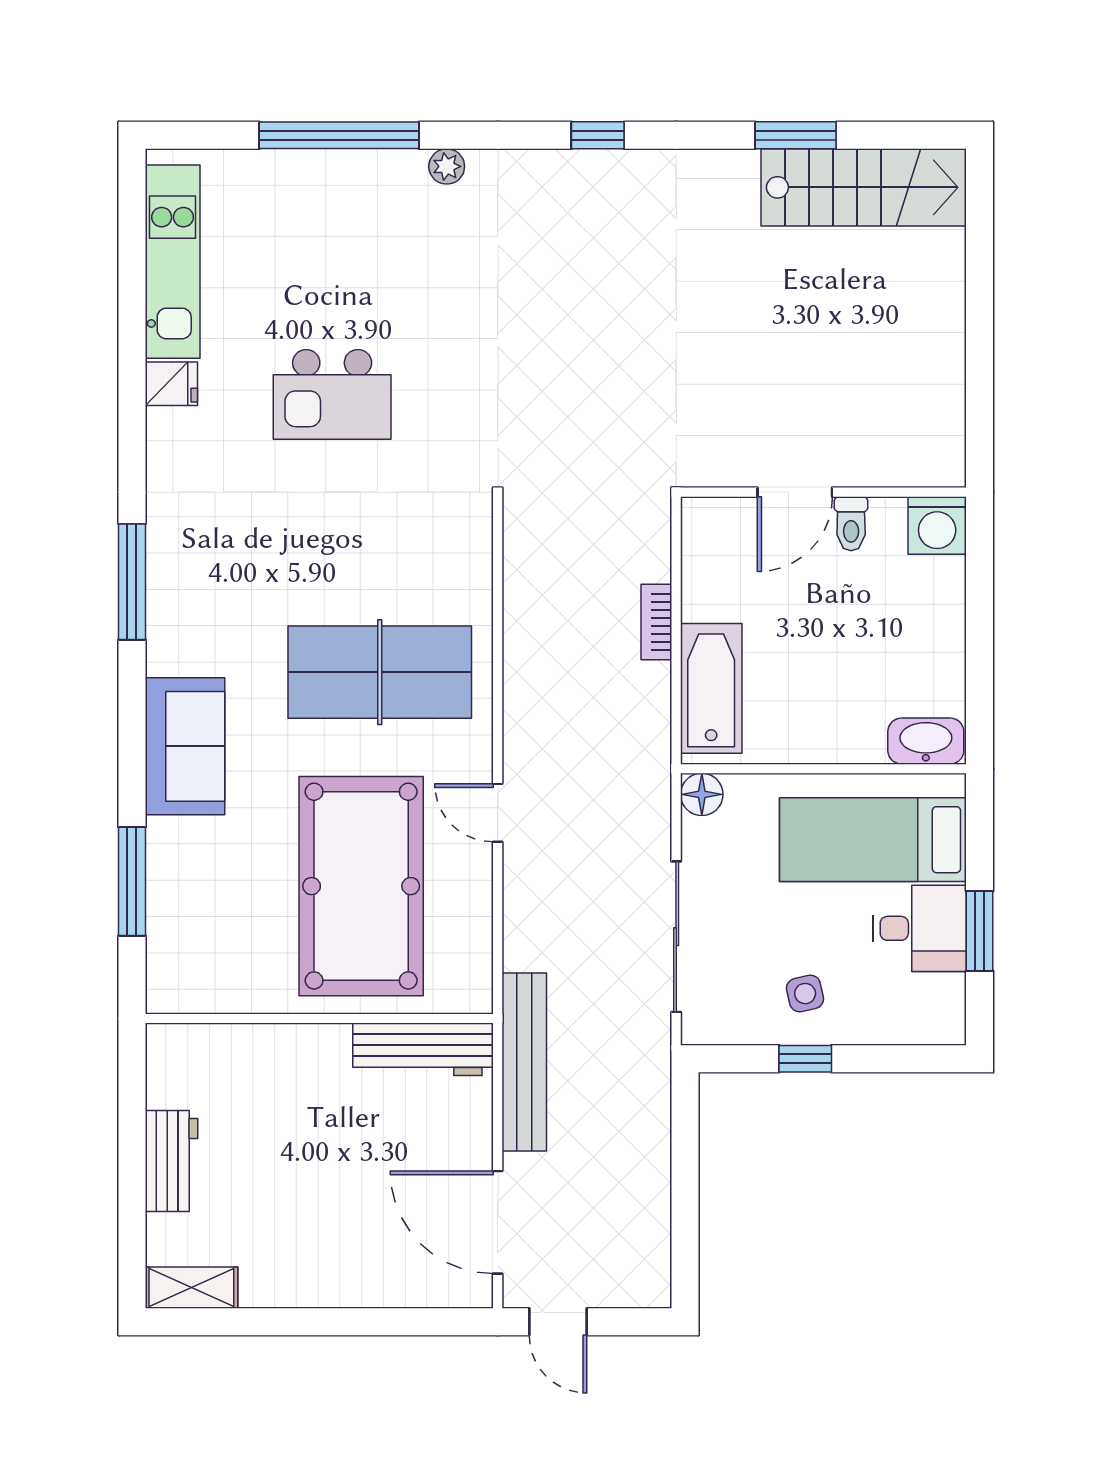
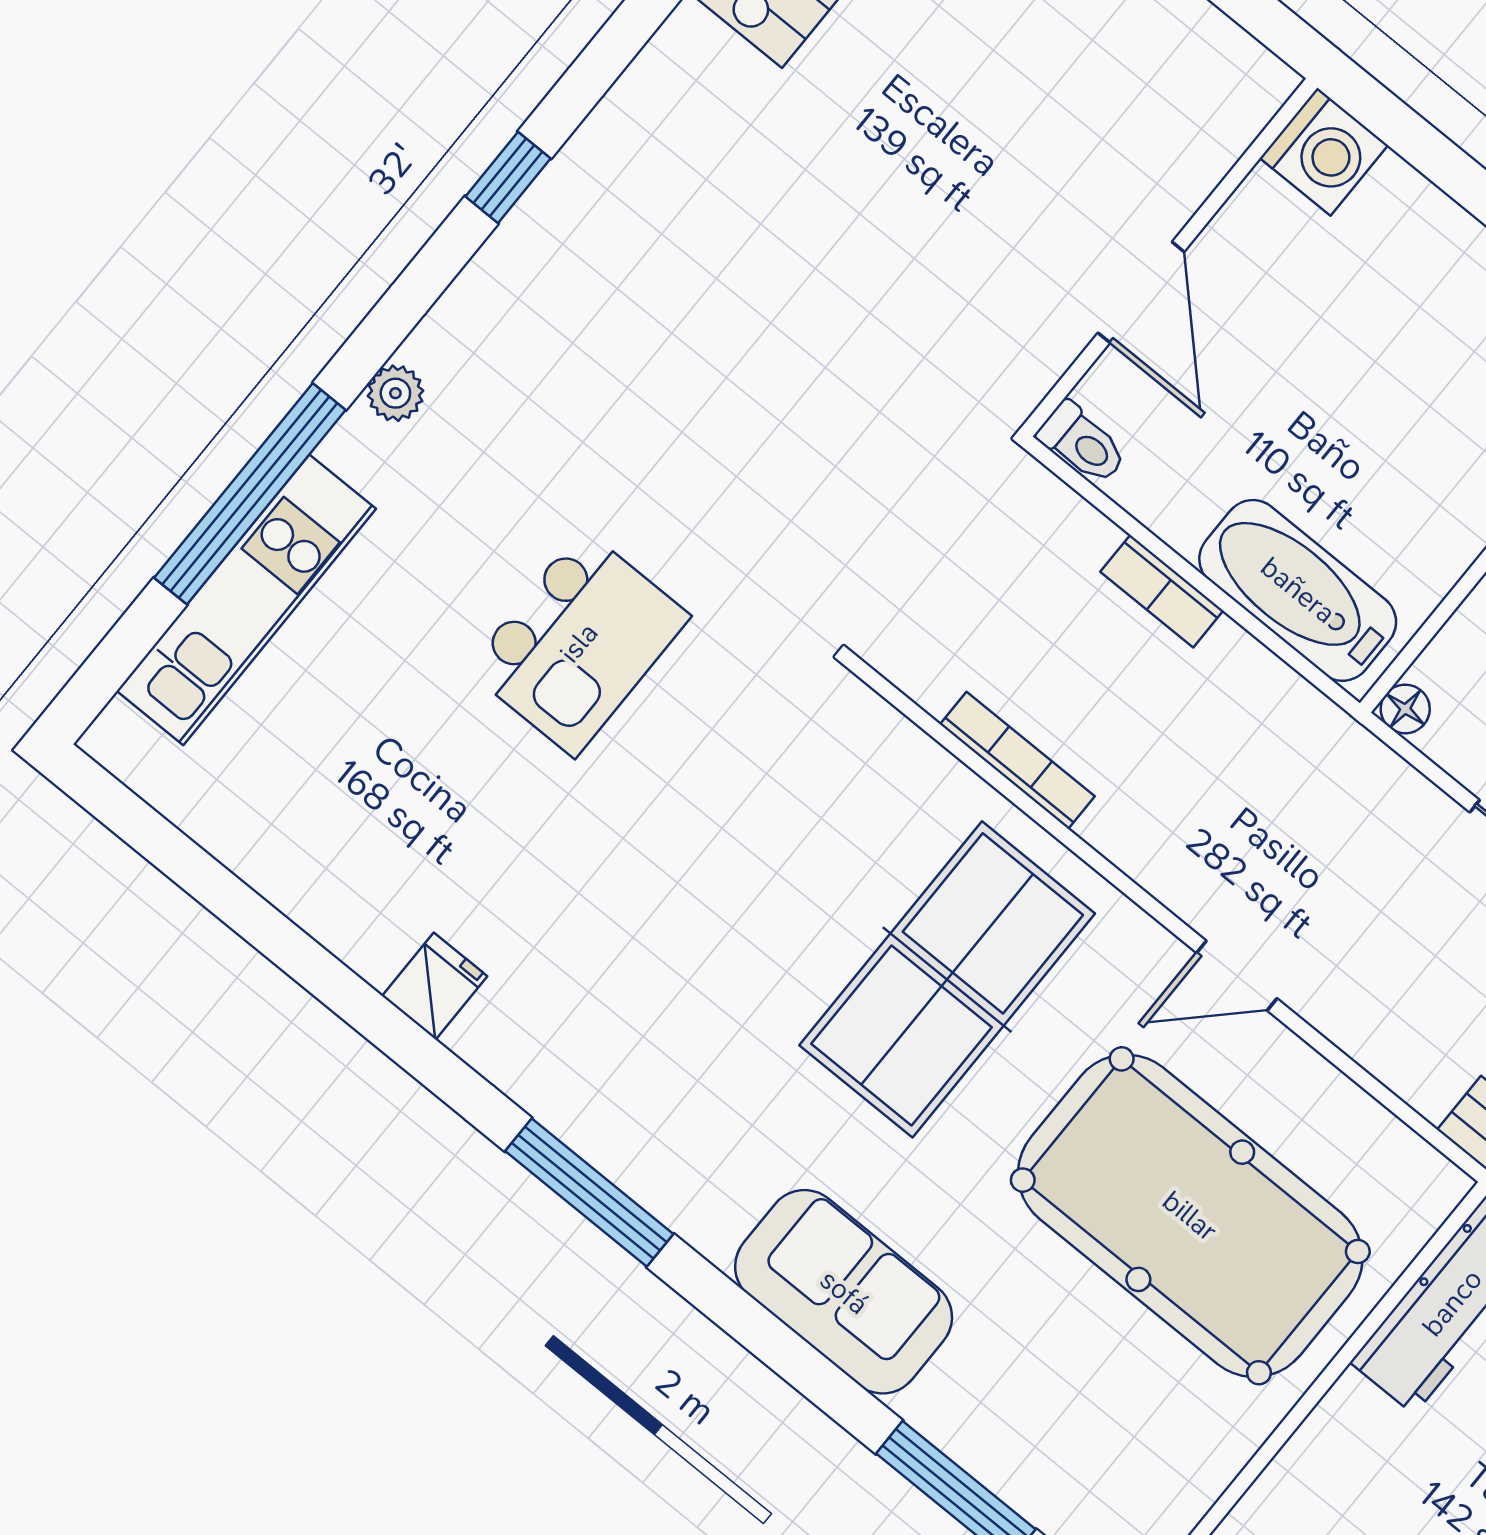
kitchen unit: (173, 262) -> (246, 600), moved, turned 90
fridge: (171, 384) -> (435, 986), moved
kitchen island: (332, 394) -> (579, 643), moved
toilet: (851, 524) -> (1082, 443), moved
bookcase: (516, 619) -> (1017, 760), added
floor lamp: (702, 794) -> (1405, 709), width x0.73, depth x0.73

